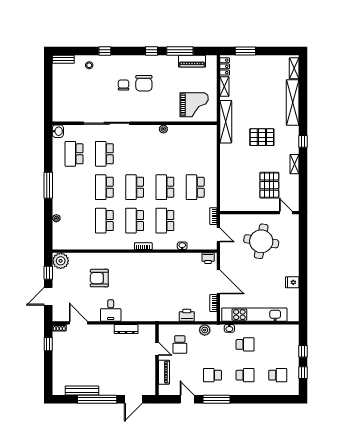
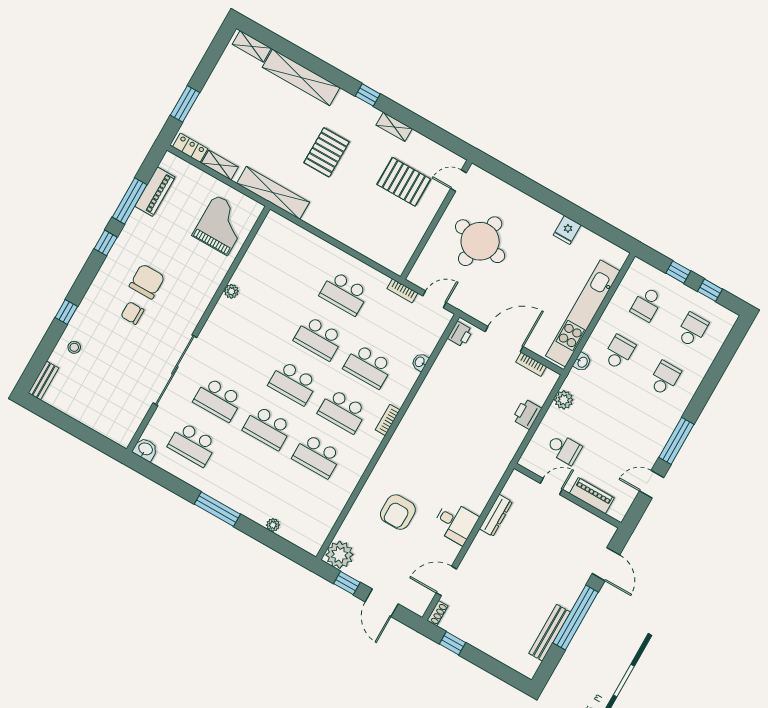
chair: (144, 83) -> (147, 281), turned -90
school desk: (212, 375) -> (647, 304), moved

